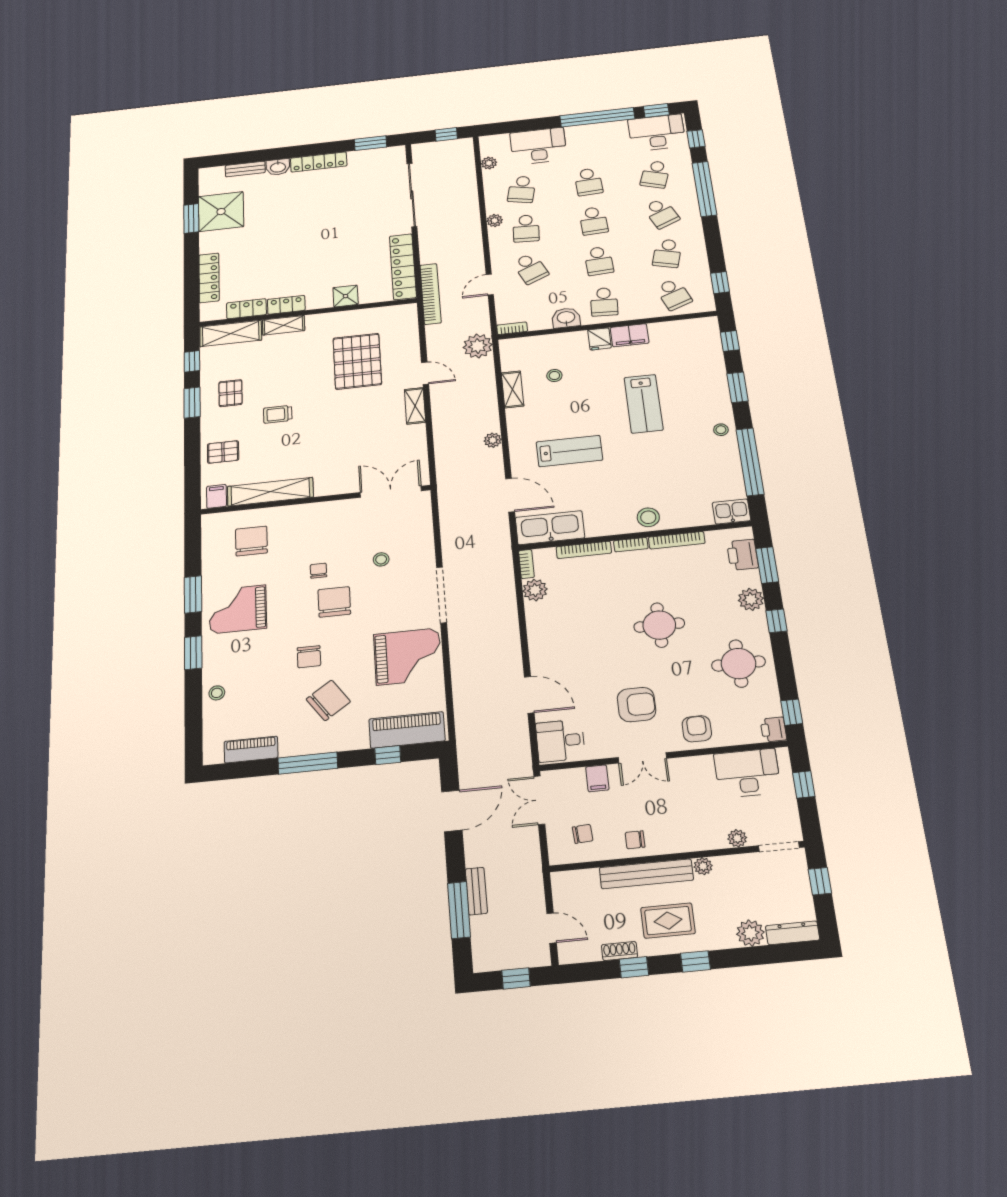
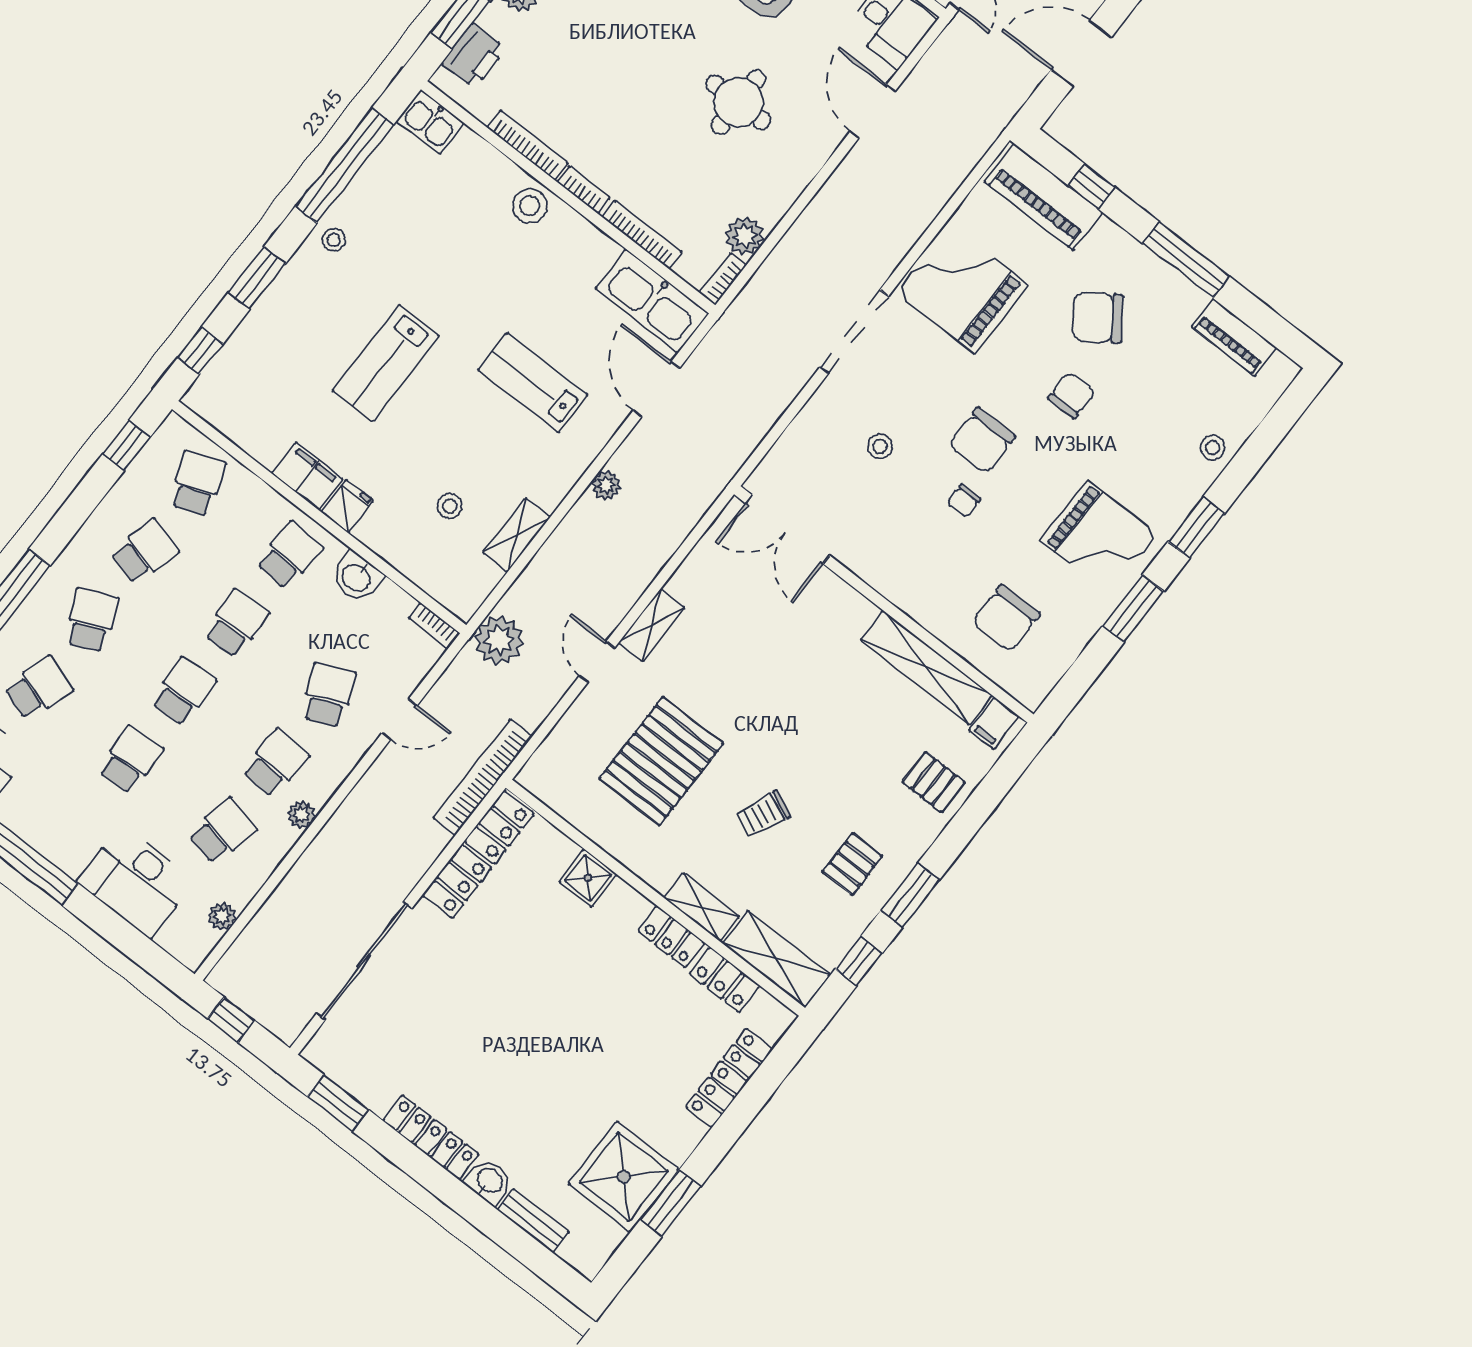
lab bench: (644, 404) -> (386, 363), turned 180
trolley: (278, 414) -> (763, 814), moved, turned 114
round table: (659, 625) -> (738, 102), moved

